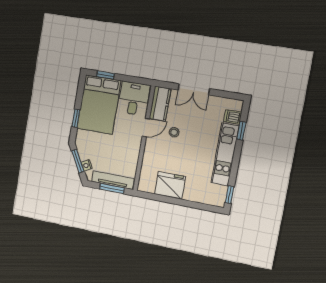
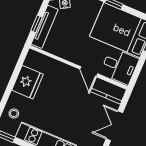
stool: (174, 132) -> (14, 113), moved
window: (112, 188) -> (37, 24), width x0.67

